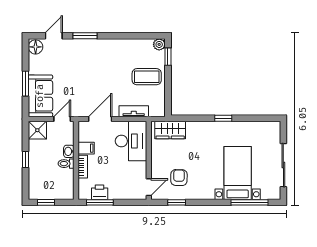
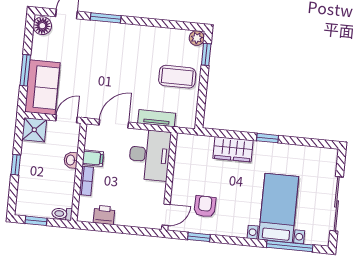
wardrobe: (170, 130) -> (233, 149), moved
toilet: (66, 164) -> (62, 214), moved
window: (100, 202) -> (103, 228), removed

